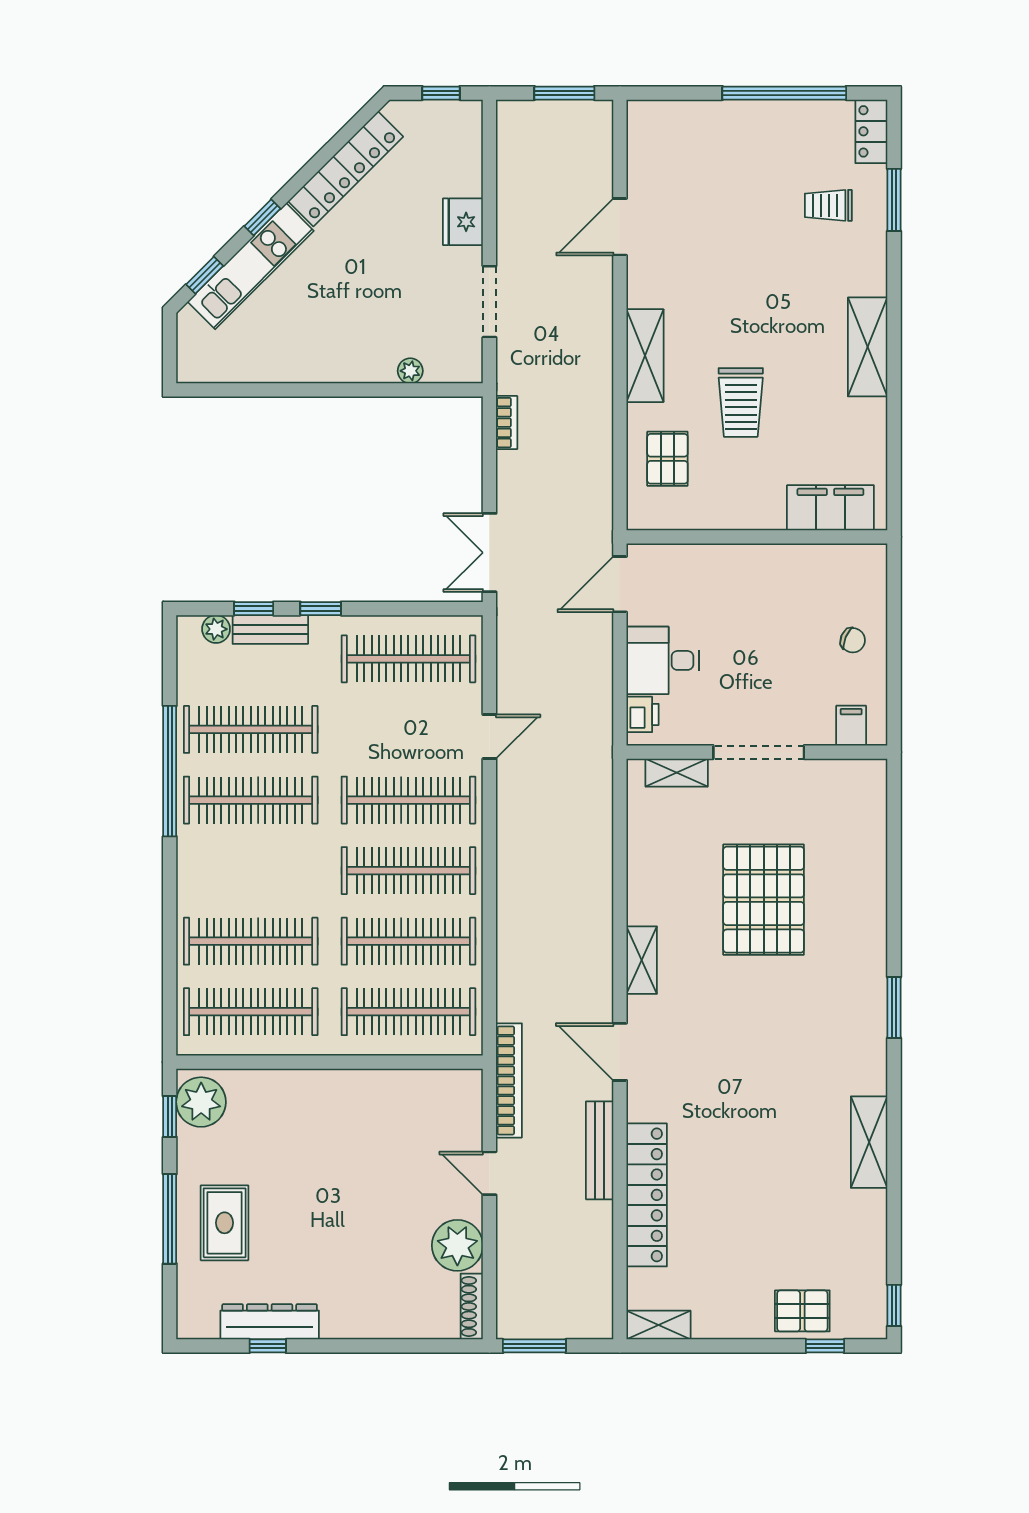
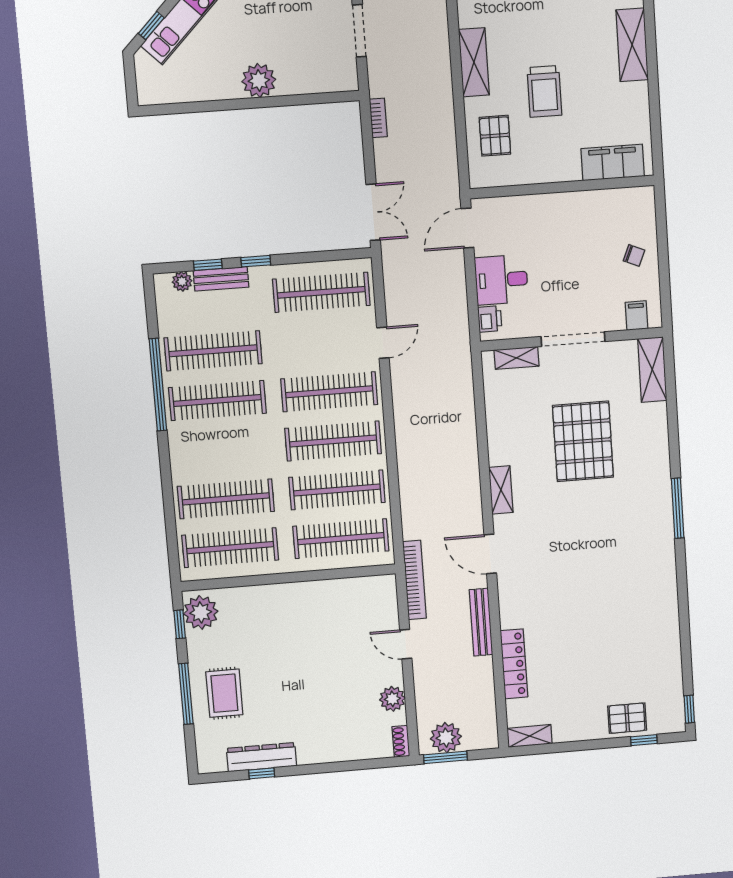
plant: (410, 371) -> (259, 80), moved, width x1.87, depth x1.87
double door: (489, 553) -> (373, 212), swing flipped
window: (894, 1008) -> (678, 508), width x1.44
shelving: (869, 1142) -> (652, 370), moved
locker: (647, 1195) -> (514, 664), width x0.71, depth x0.83
plant: (457, 1245) -> (392, 699), width x0.73, depth x0.73
shoe rack: (472, 1306) -> (401, 741), width x0.70
plant: (537, 1316) -> (446, 738), added

